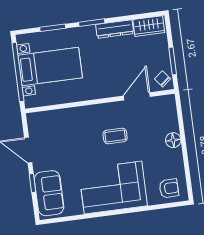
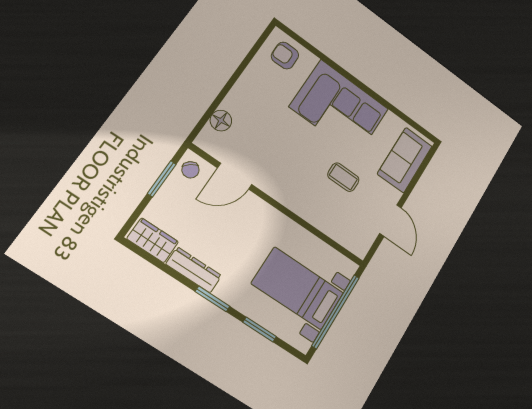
coffee table: (115, 136) -> (343, 177), moved
floor lamp: (173, 140) -> (221, 121), moved
window: (33, 183) -> (412, 184), removed

